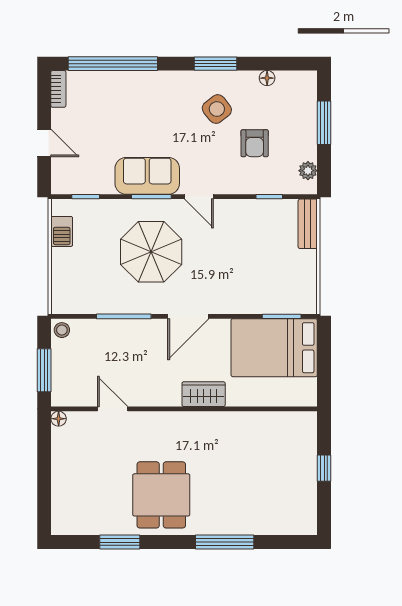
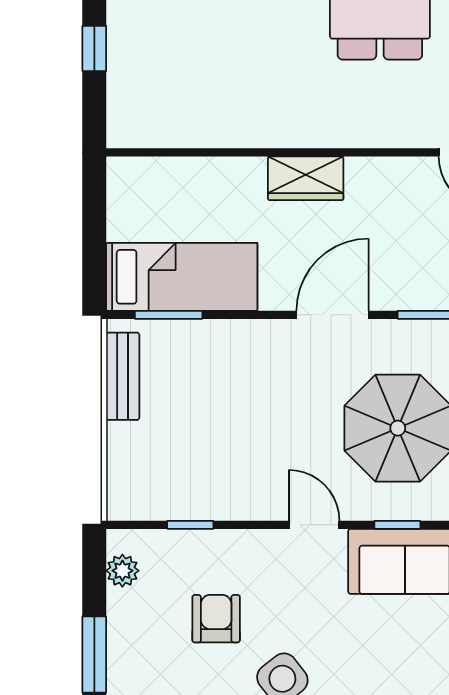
window: (151, 197) -> (397, 525), width x0.67
bench: (308, 224) -> (123, 376), moved
bed: (274, 348) -> (182, 277), width x0.67

